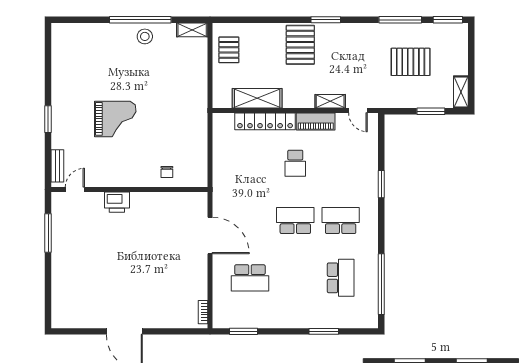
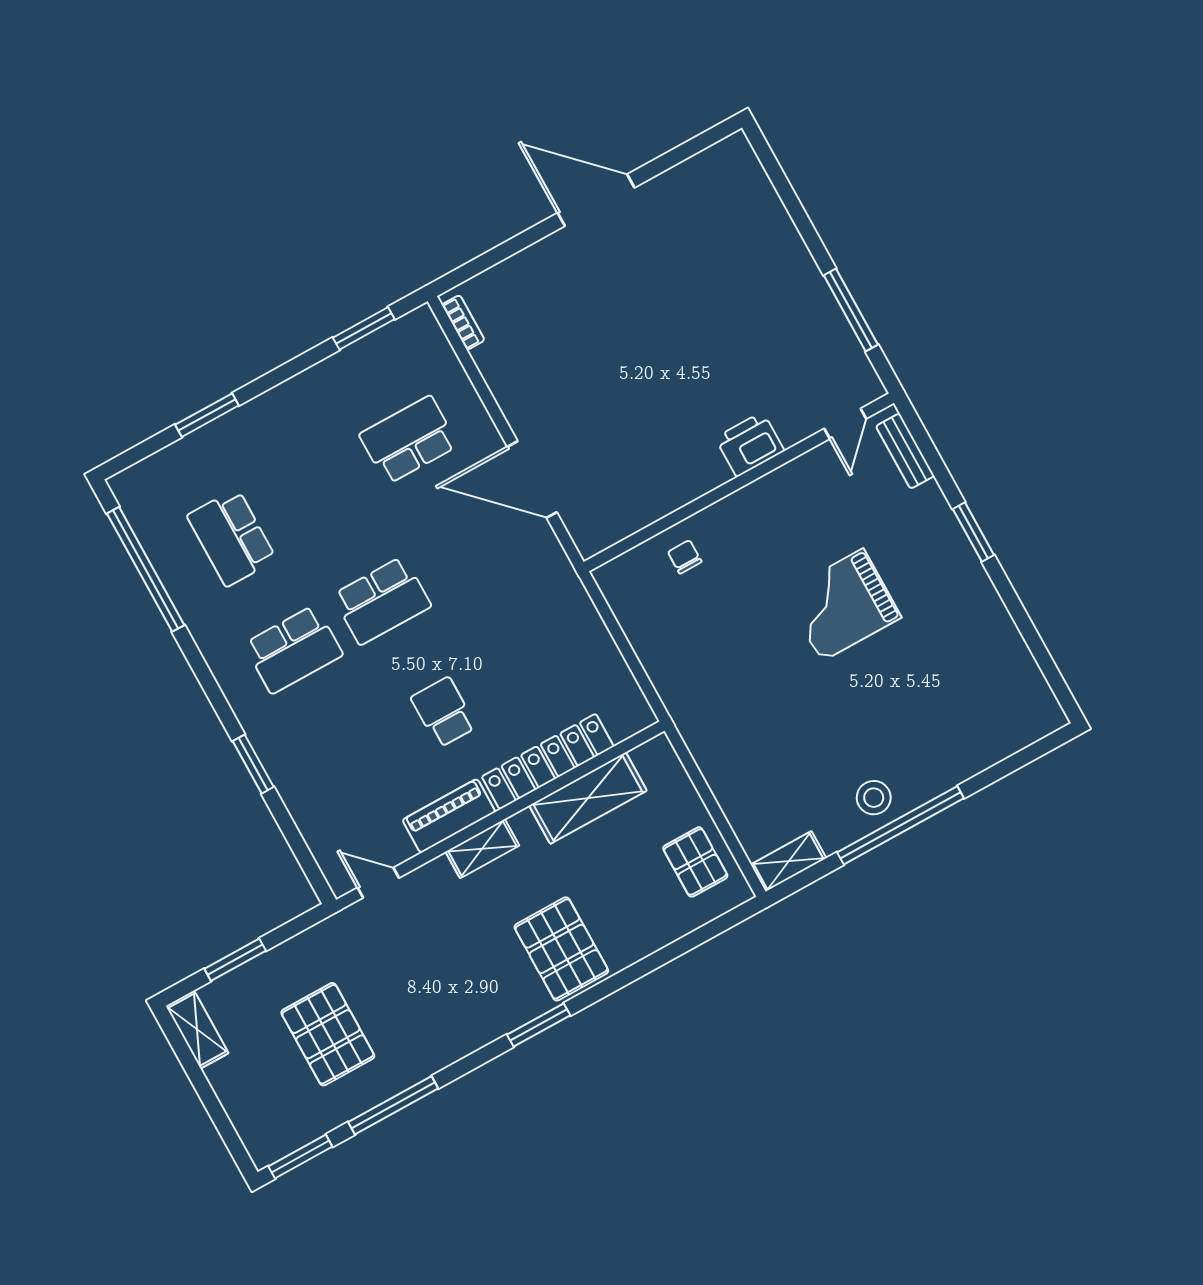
pallet: (411, 62) -> (328, 1034), turned 90
shelving: (330, 101) -> (482, 849), moved

